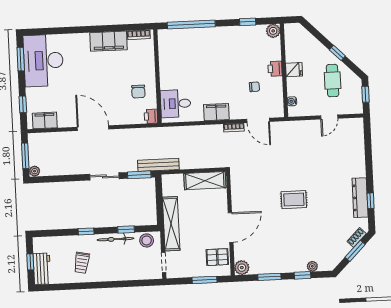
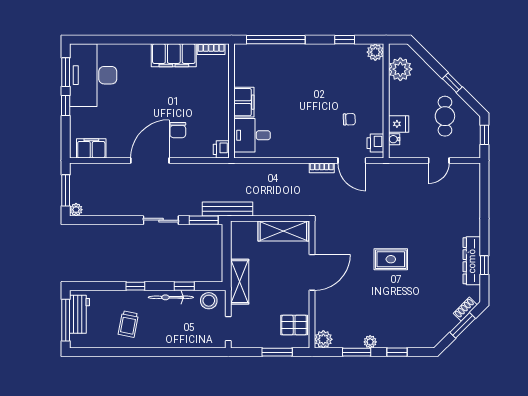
plant: (294, 44) -> (400, 69), added
printer: (275, 69) -> (375, 143), moved
fridge: (294, 70) -> (399, 124), moved
chair: (138, 91) -> (178, 130), moved
window: (23, 104) -> (66, 105), moved
filing cabinet: (216, 112) -> (244, 102), moved, turned 90
door: (93, 128) -> (150, 160), hinge flipped
shelving: (171, 224) -> (240, 282), width x0.68
door: (231, 228) -> (312, 272), moved
window: (30, 262) -> (66, 320), width x2.17
plant: (312, 266) -> (370, 342), moved
workbench: (42, 269) -> (79, 314), moved

